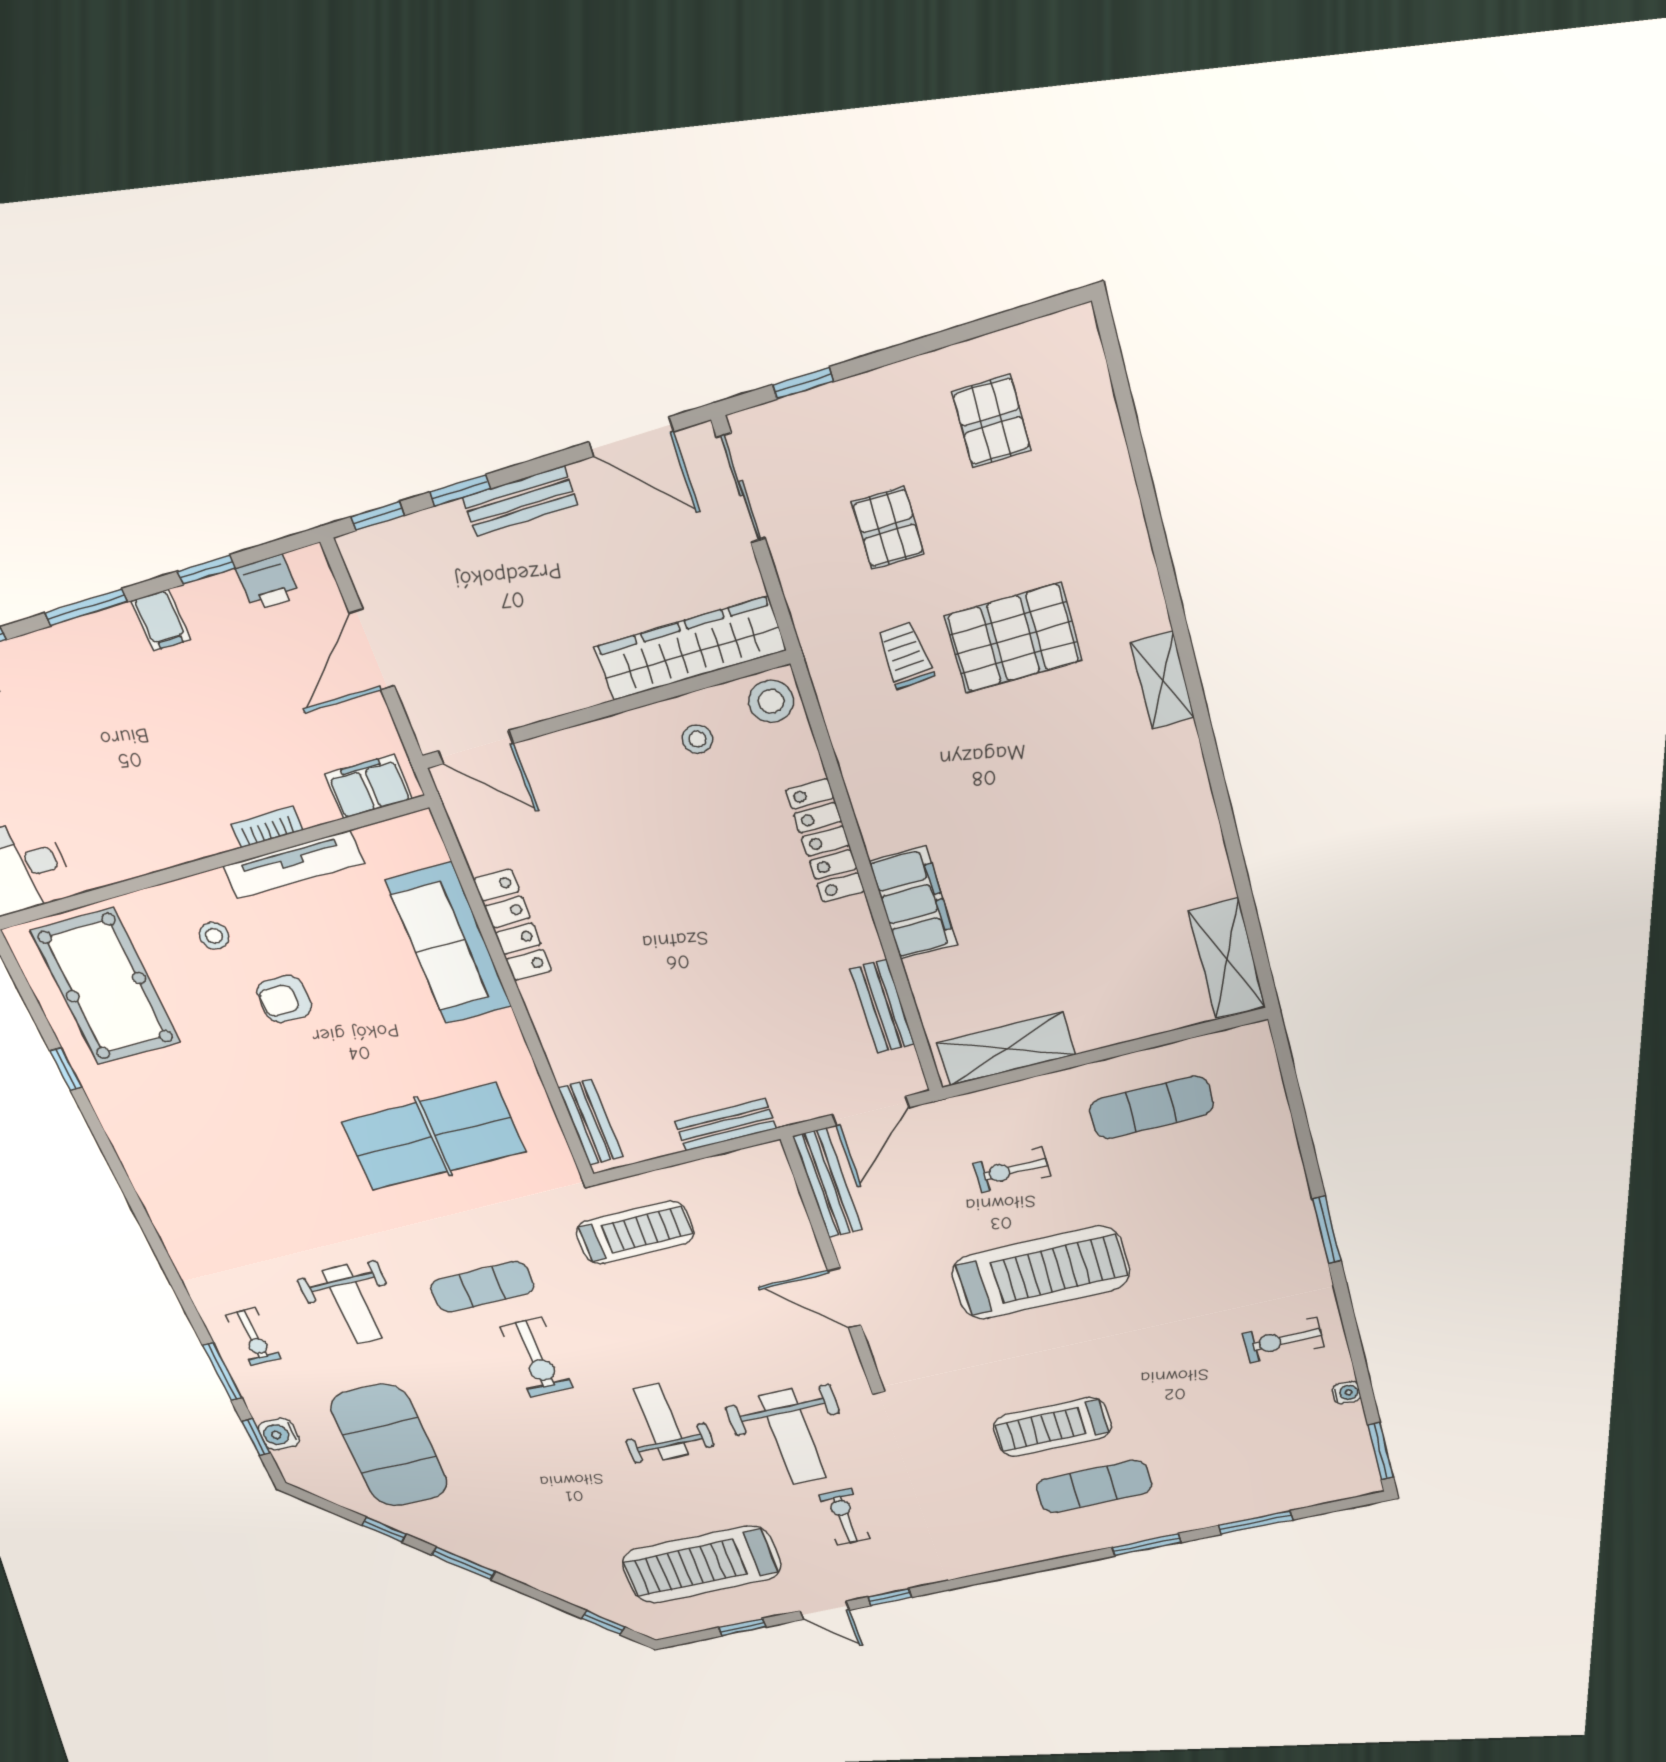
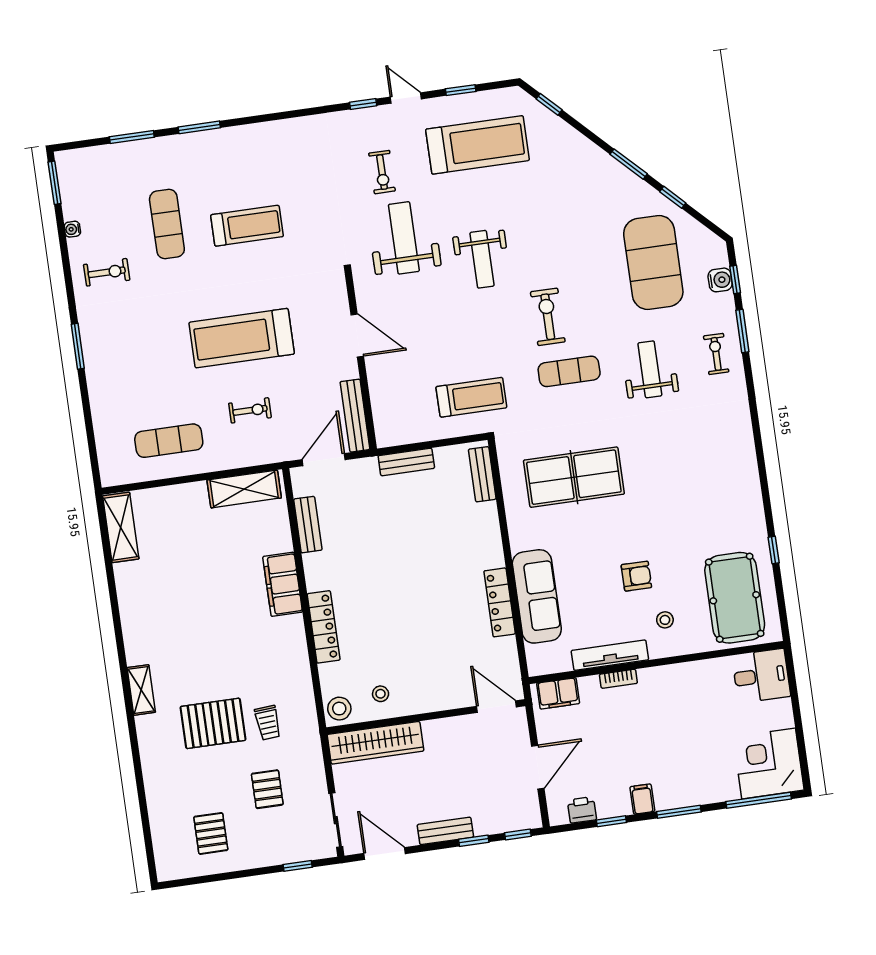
treadmill: (635, 1233) -> (471, 397), turned 180
exercise mat: (1094, 1487) -> (167, 224), moved, turned 90

